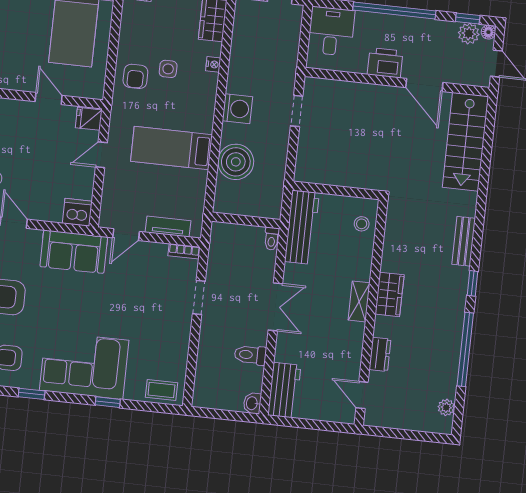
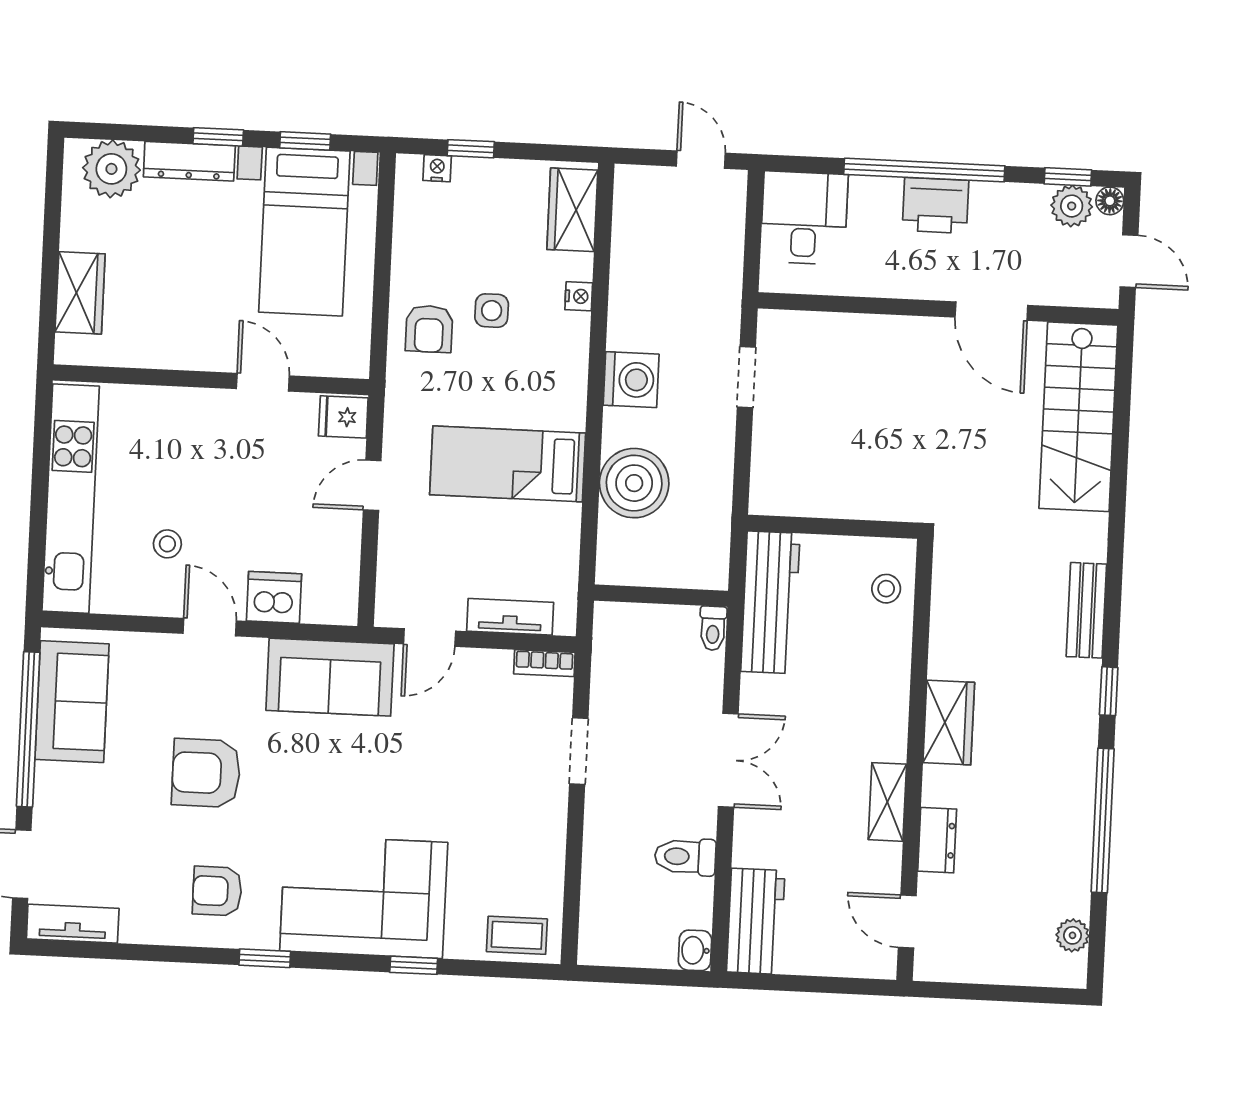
printer: (385, 63) -> (936, 205), moved, turned 180
dishwasher: (77, 212) -> (274, 597), moved
shelving: (359, 301) -> (887, 802), moved

